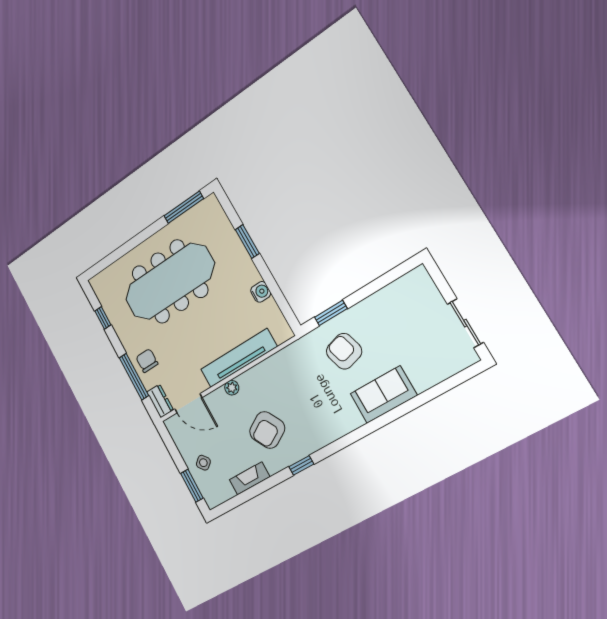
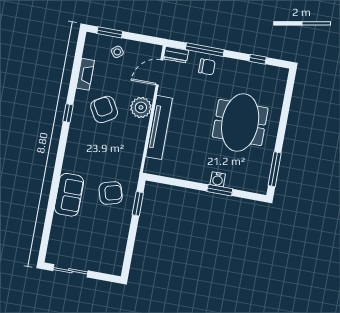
meeting table: (170, 282) -> (240, 123), width x0.73
water cooler: (261, 292) -> (218, 179), moved
plant: (232, 388) -> (141, 107), width x1.88, depth x1.88

